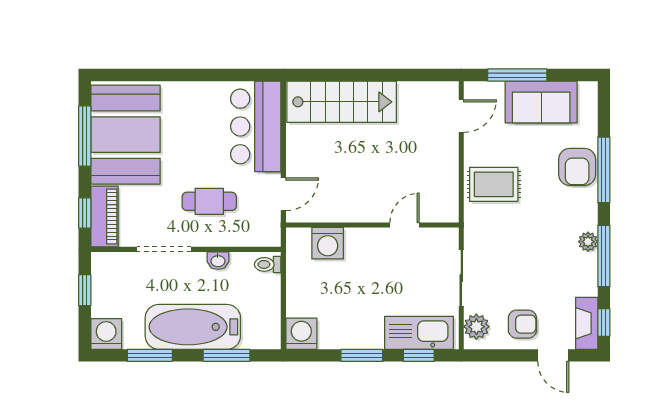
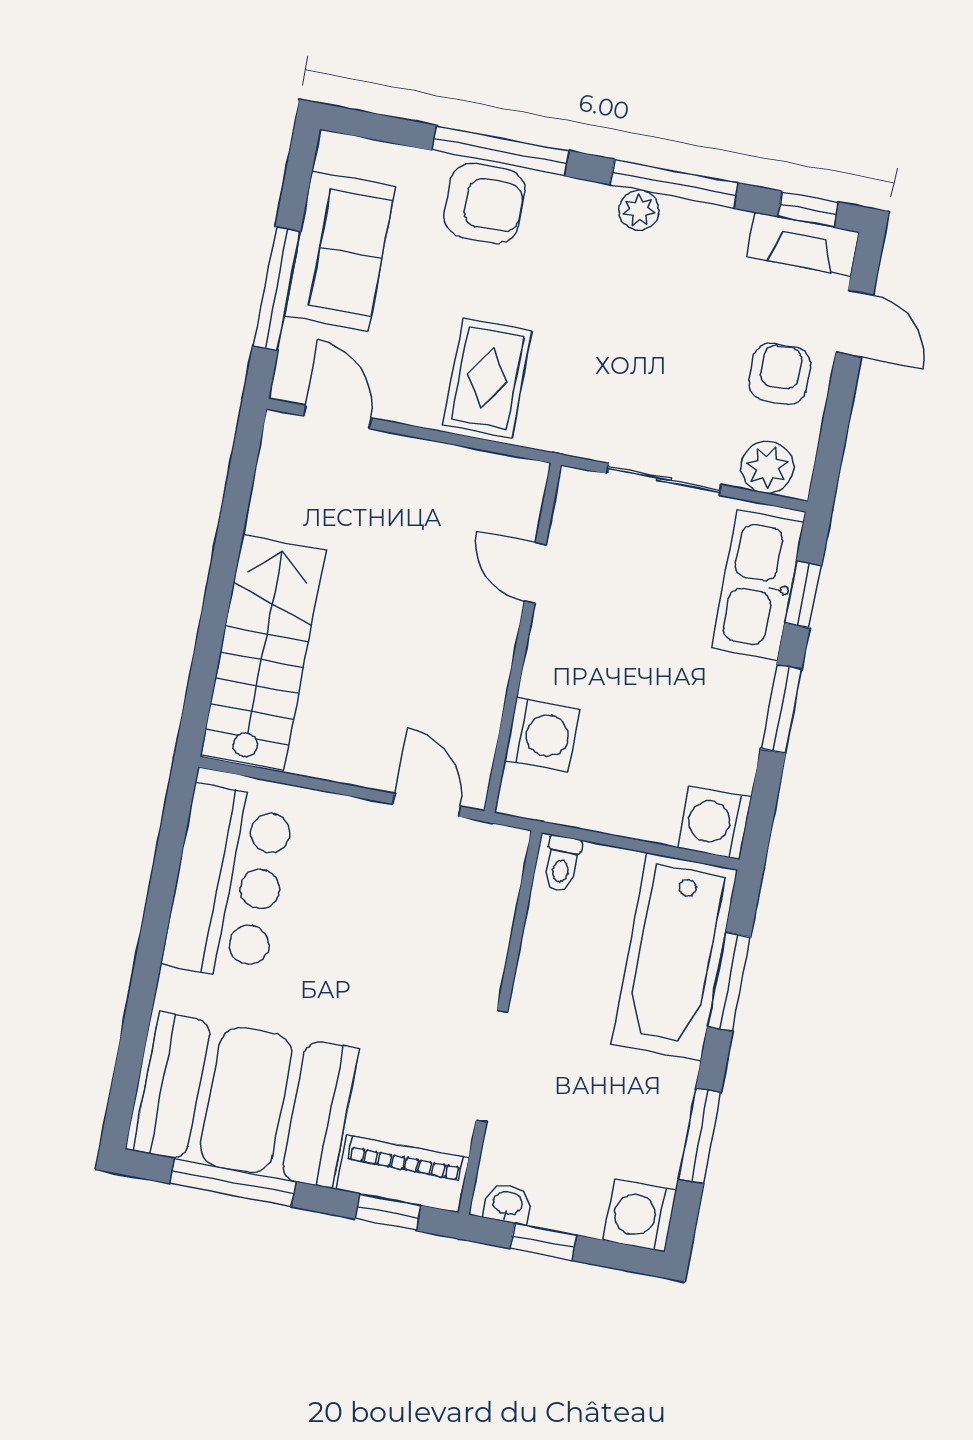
bar counter: (256, 126) -> (228, 883), moved, turned -90
cafe table: (209, 201) -> (413, 957), removed
washbasin: (218, 261) -> (507, 1204), moved, turned -90
bathtub: (193, 327) -> (674, 957), moved
door: (553, 355) -> (855, 324), hinge flipped

